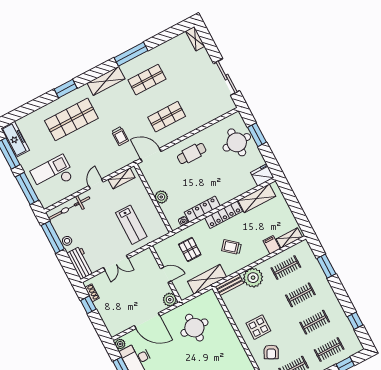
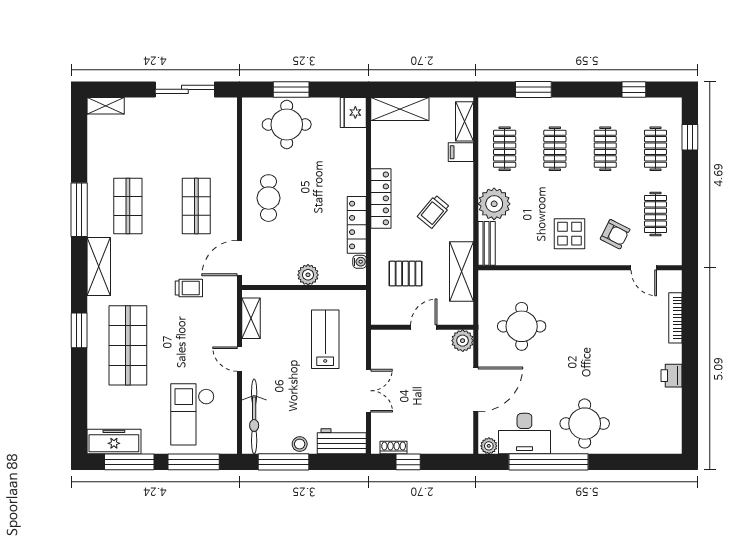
shelving: (257, 198) -> (400, 109), moved, turned 90
lab bench: (131, 225) -> (325, 339), turned -90

